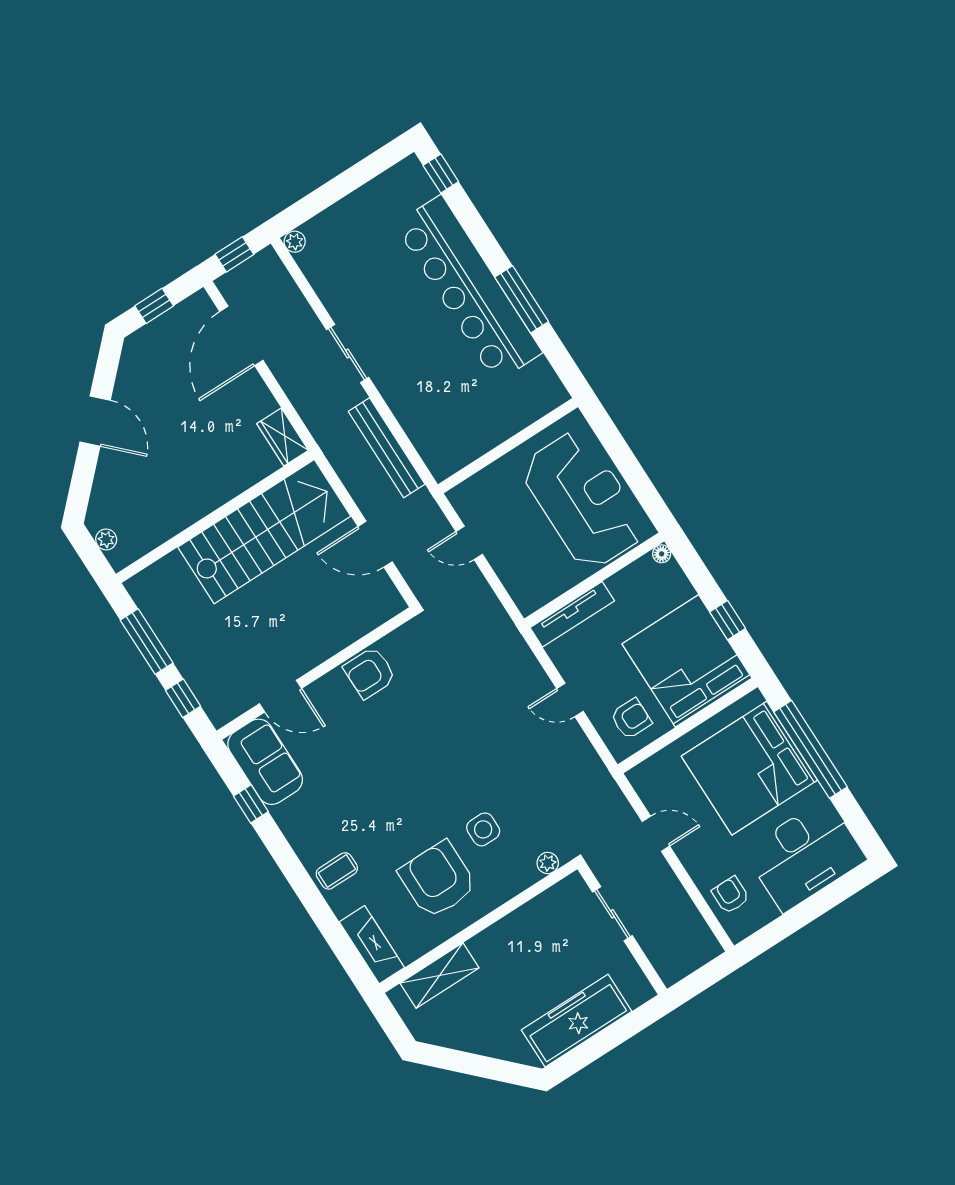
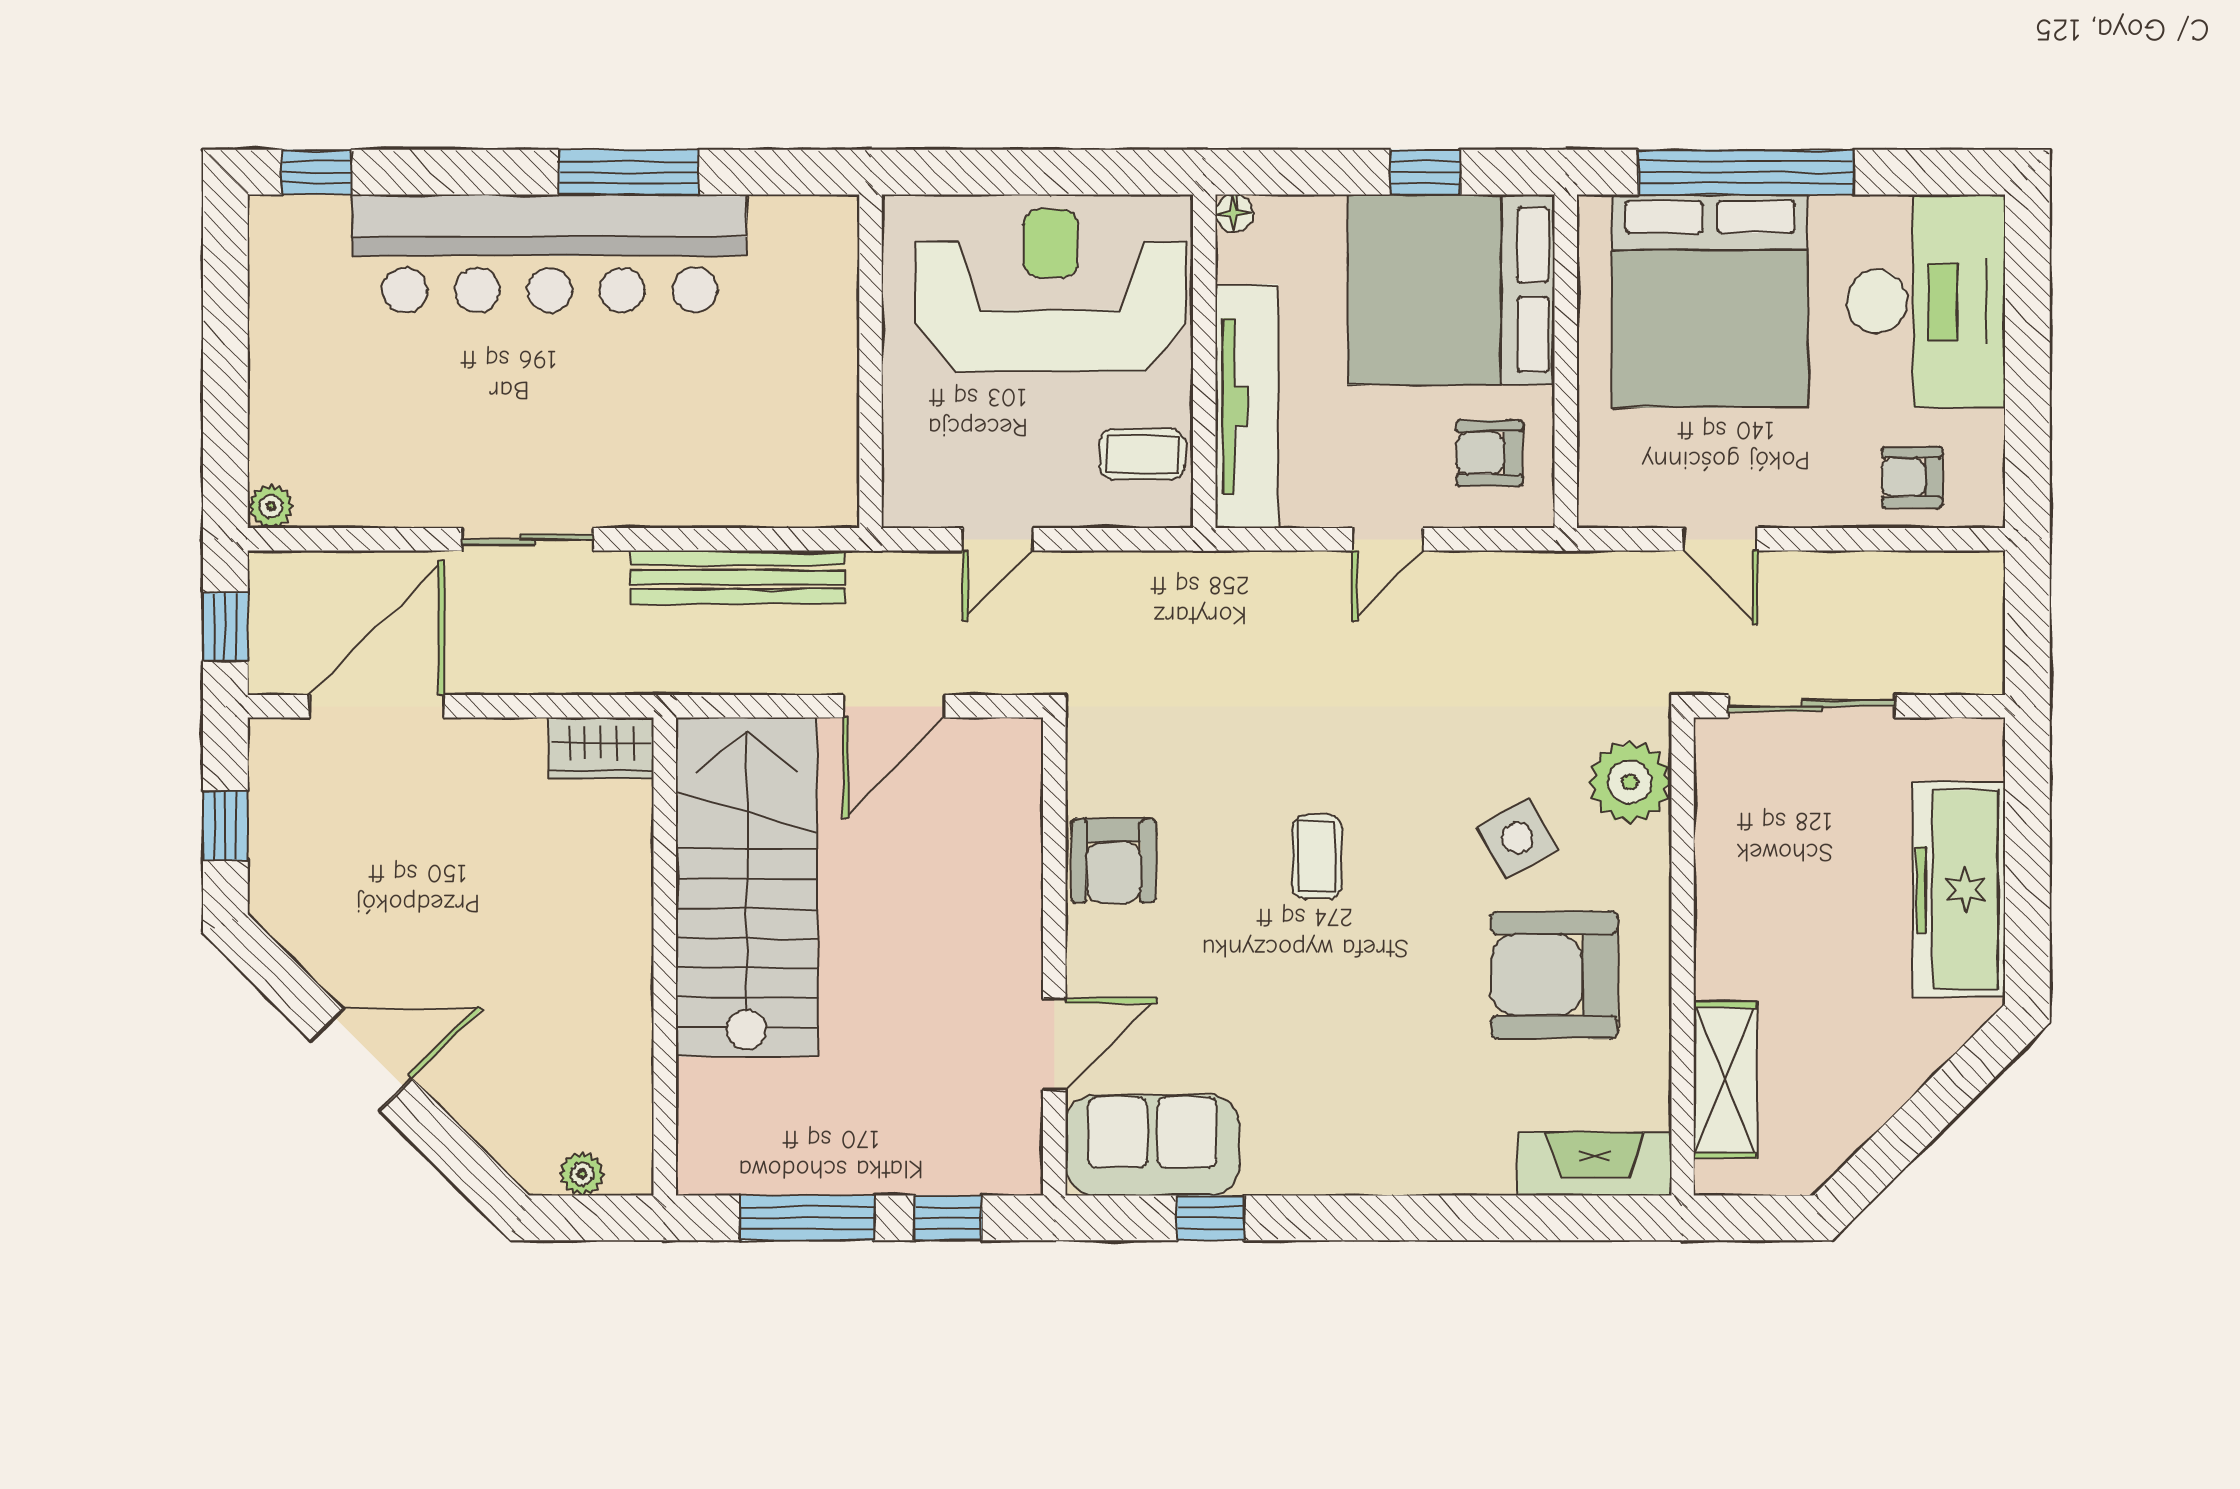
door: (241, 336) -> (377, 706), swing flipped
coffee table: (541, 579) -> (1142, 454), added
tv unit: (572, 614) -> (1247, 406), width x1.36, depth x1.29
armchair: (631, 719) -> (1490, 453), turned -90
side table: (483, 829) -> (1517, 838), turned -30
door: (656, 834) -> (1720, 539), swing flipped
plant: (548, 863) -> (1630, 782), width x1.88, depth x1.88
coffee table: (337, 871) -> (1317, 857), moved
sliding door: (612, 914) -> (1812, 706), width x1.37

